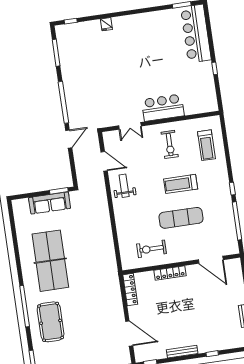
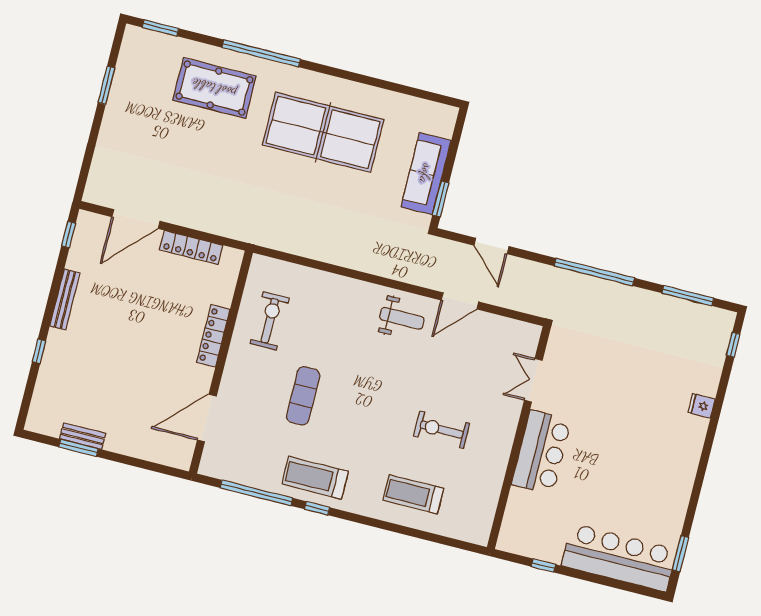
bar counter: (163, 108) -> (541, 452), moved
wall: (160, 121) -> (519, 438), moved
double door: (130, 126) -> (533, 380), moved
door: (69, 139) -> (491, 246), moved
treadmill: (181, 184) -> (315, 478), moved, turned -90
exercise mat: (181, 218) -> (303, 396), width x0.73, depth x0.69
locker: (130, 290) -> (191, 247), moved

